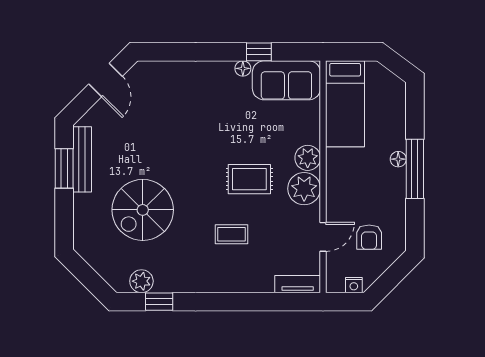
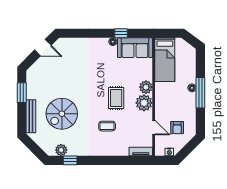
door: (105, 80) -> (43, 48), hinge flipped
bench: (82, 159) -> (31, 116), moved
rug: (249, 179) -> (116, 98), turned 90
door: (323, 237) -> (154, 127), hinge flipped

